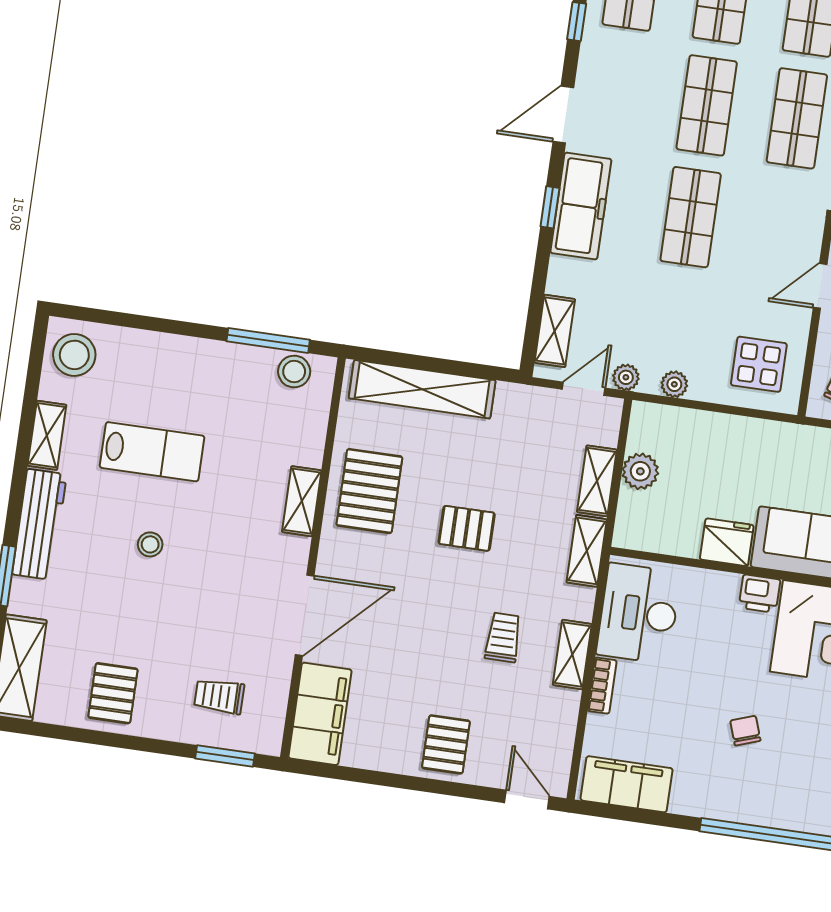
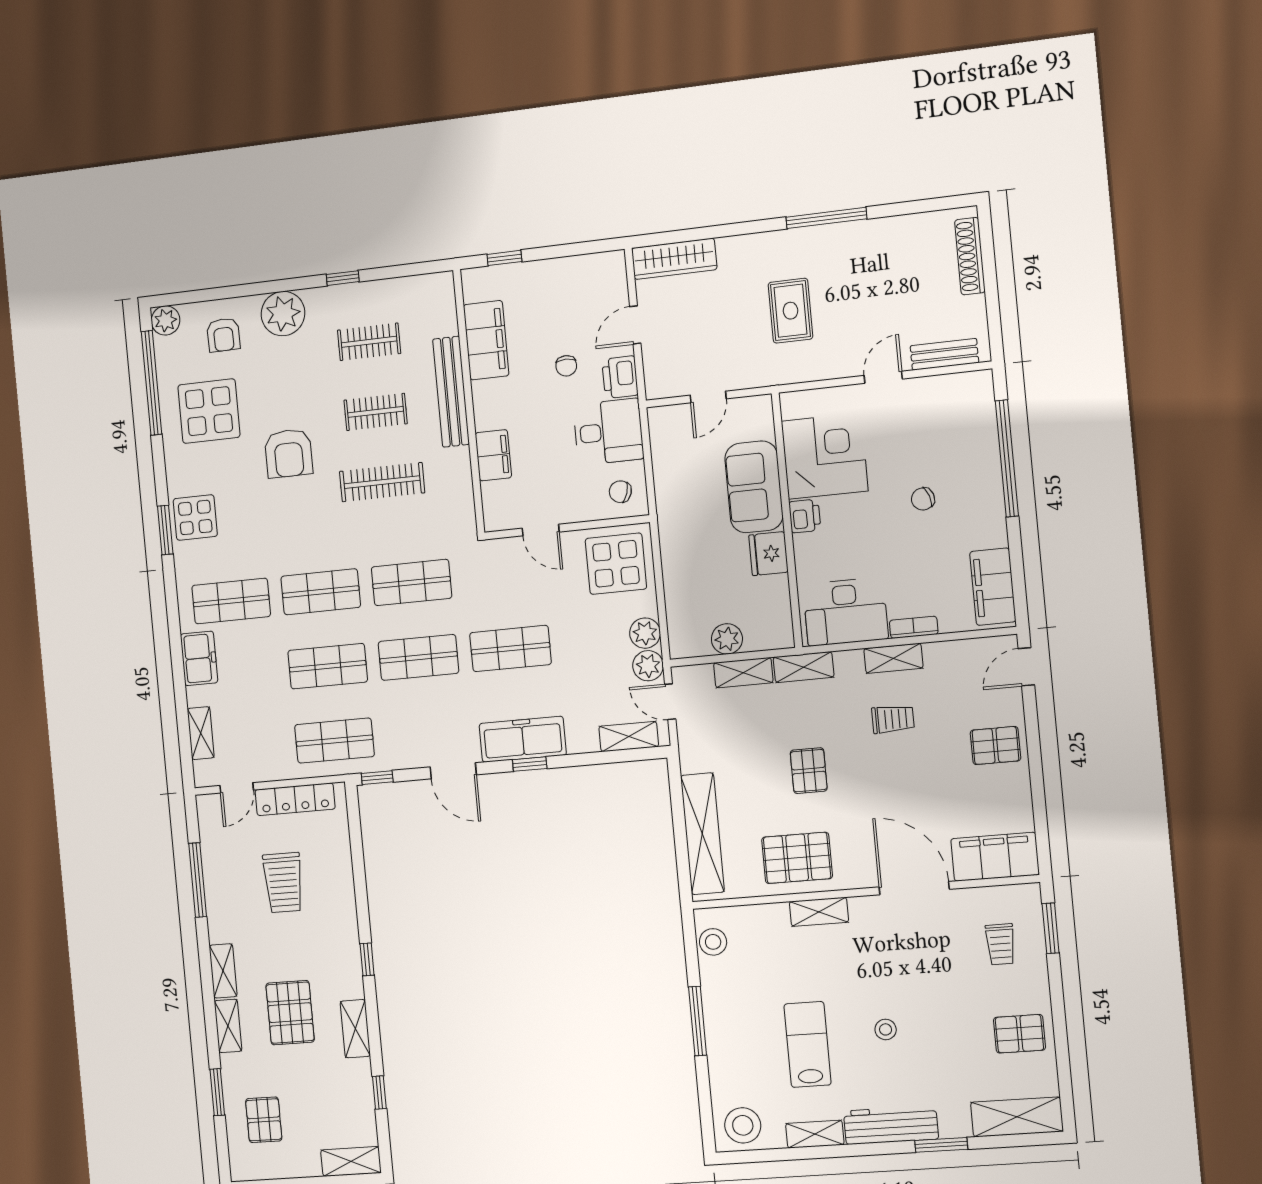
window: (268, 340) -> (698, 1021), moved
display table: (759, 364) -> (616, 564), width x1.36, depth x1.36
plant: (626, 377) -> (648, 666), width x1.38, depth x1.38
plant: (674, 384) -> (645, 633), width x1.38, depth x1.38
trolley: (503, 637) -> (893, 719), turned 180

